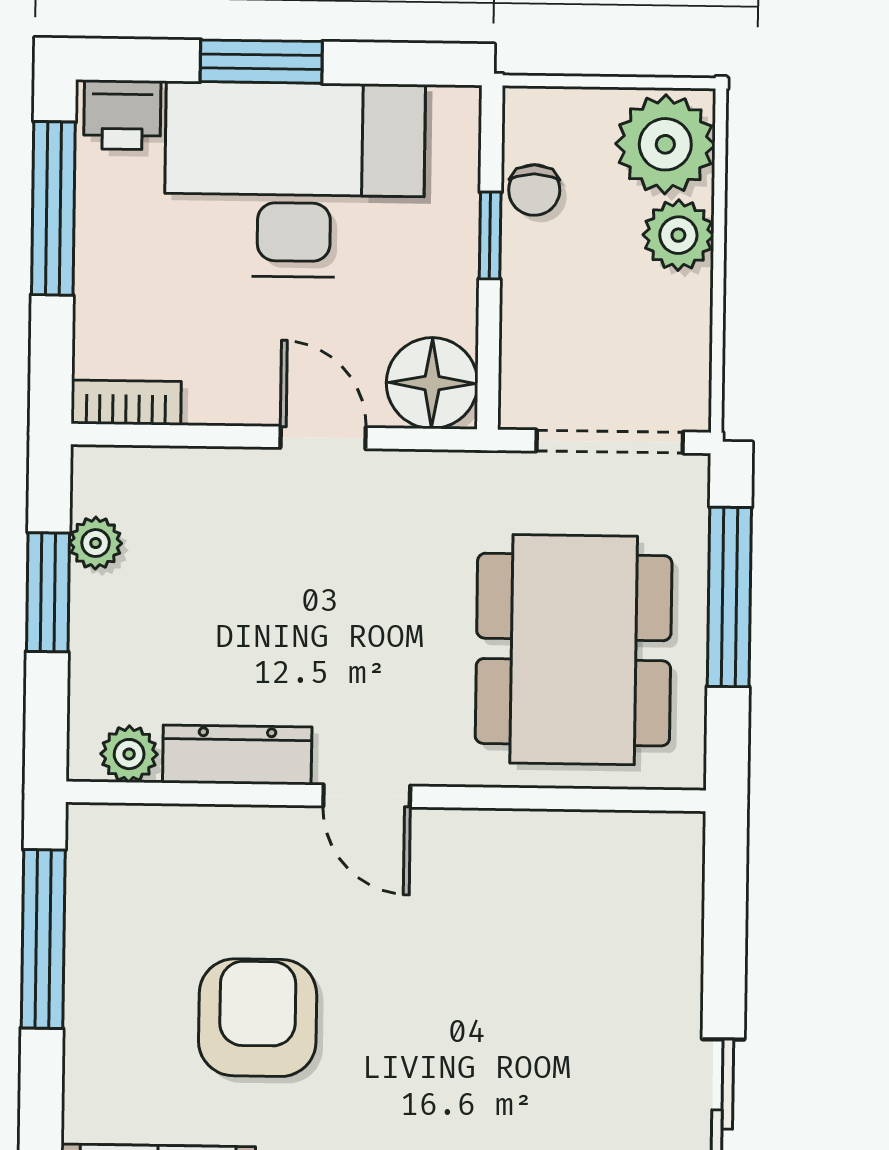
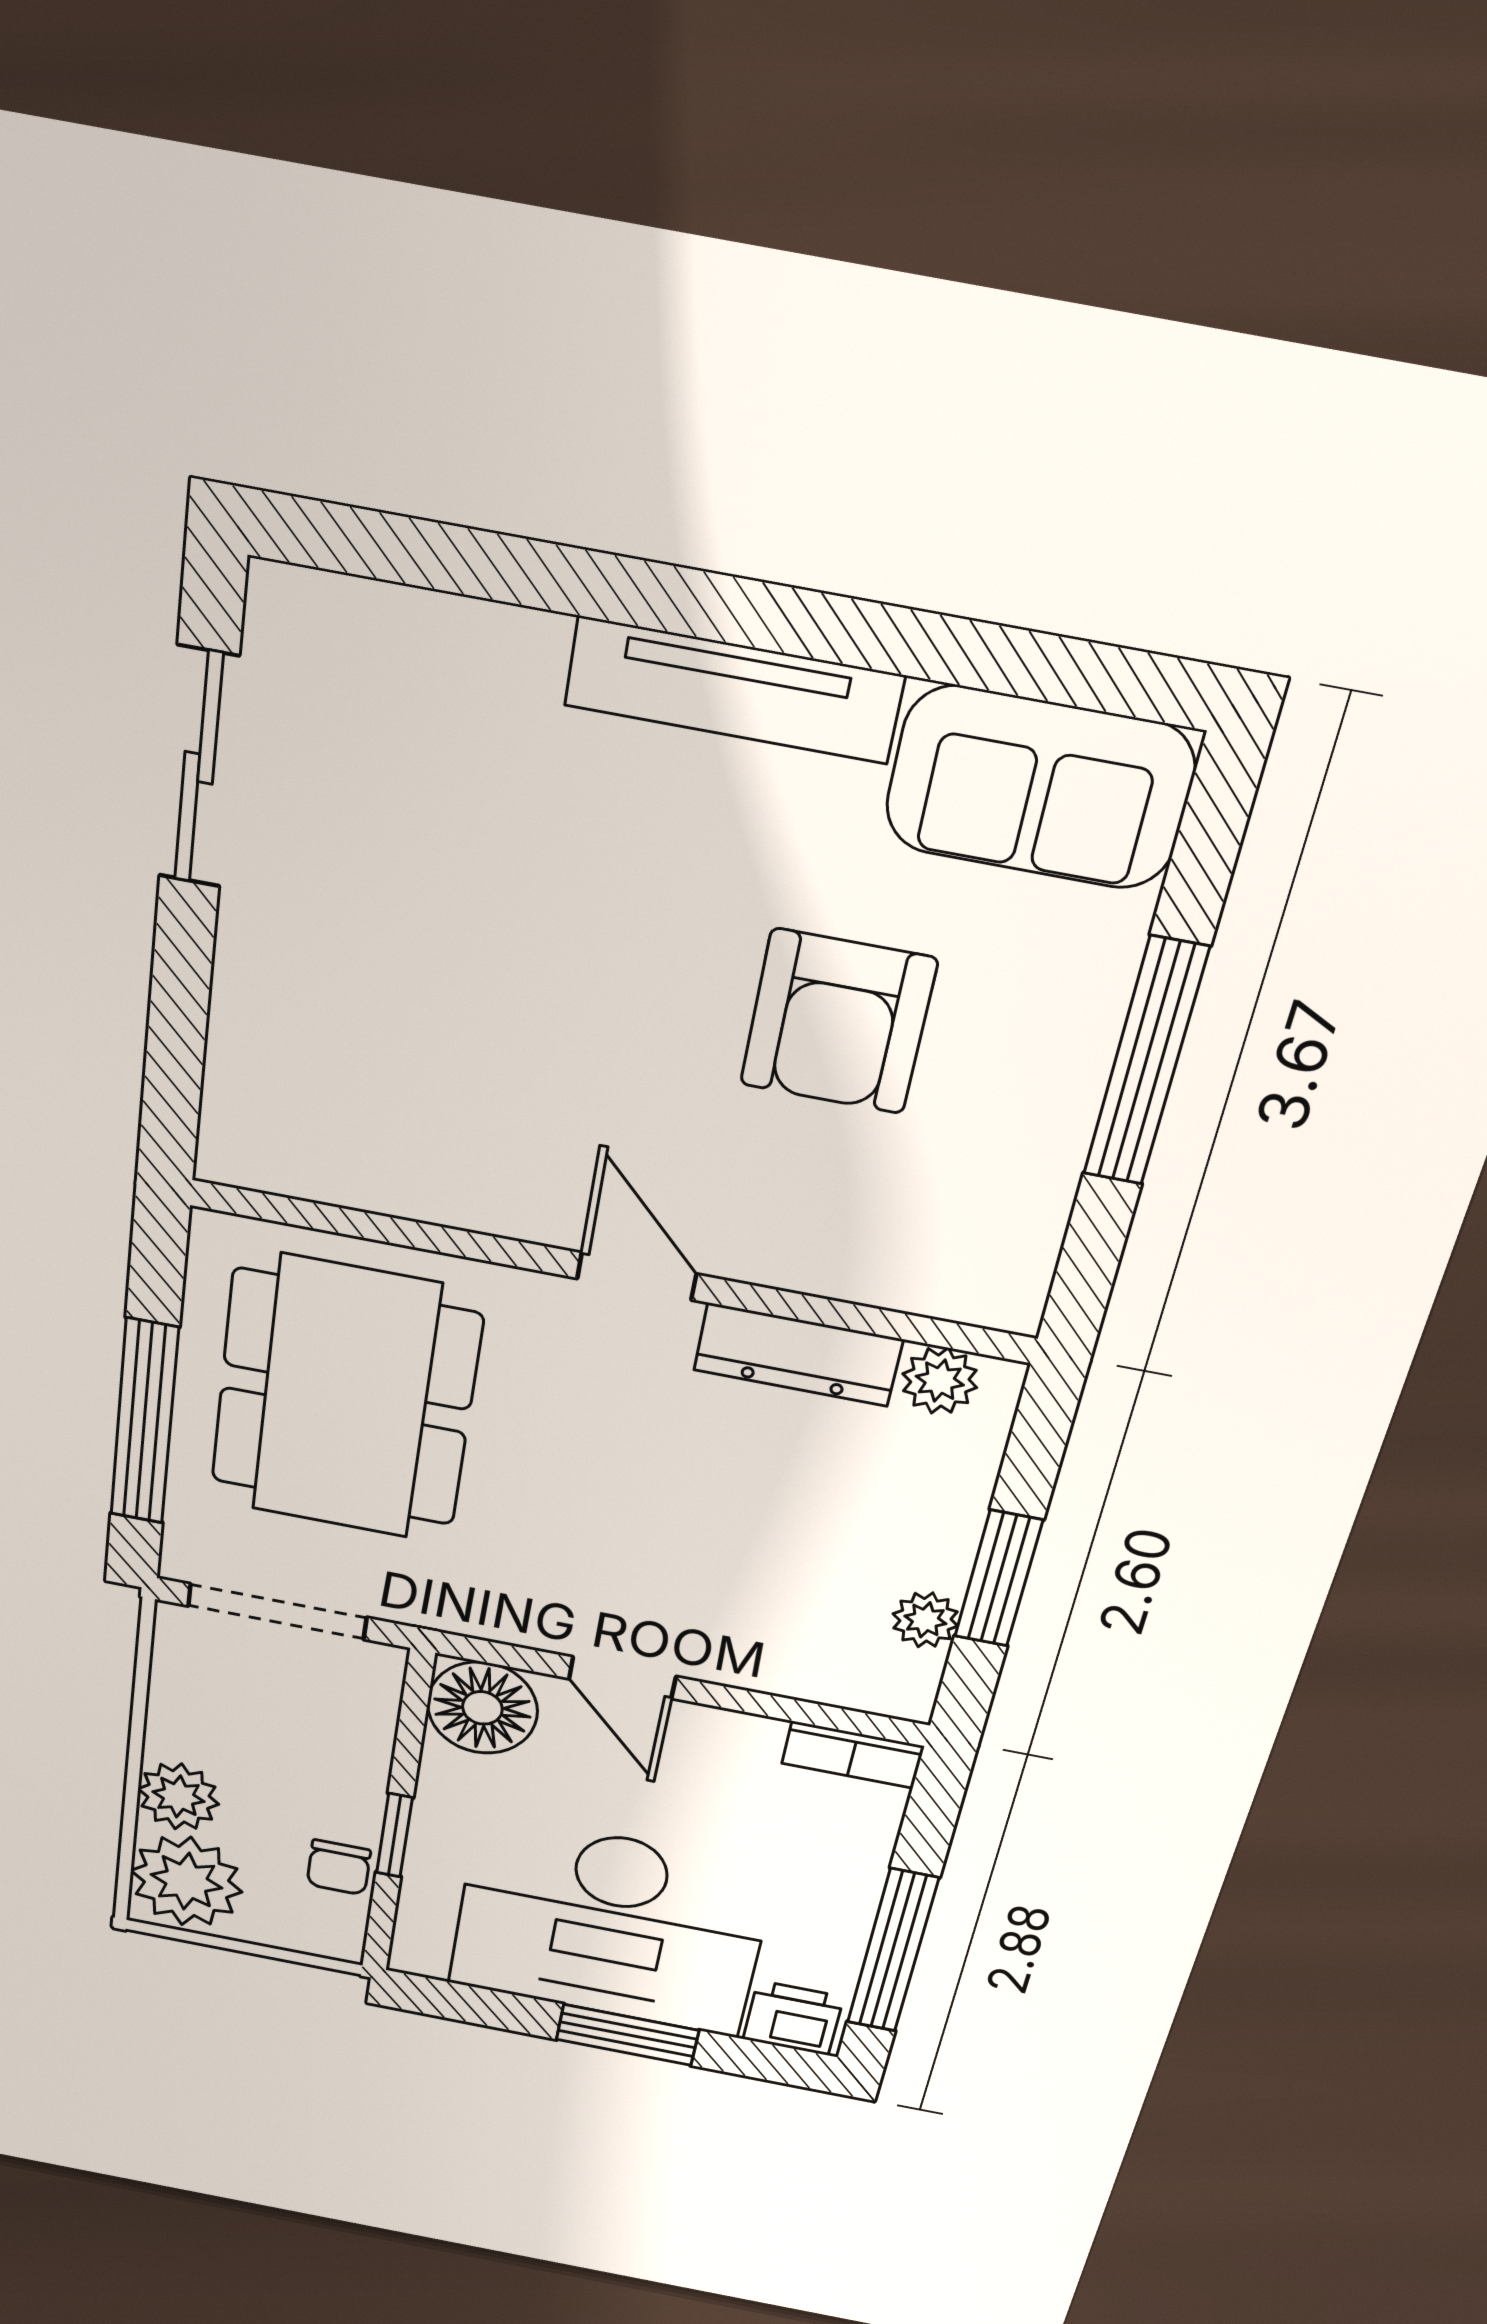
chair: (534, 190) -> (339, 1867), turned 180
window: (43, 939) -> (1146, 1062), moved

